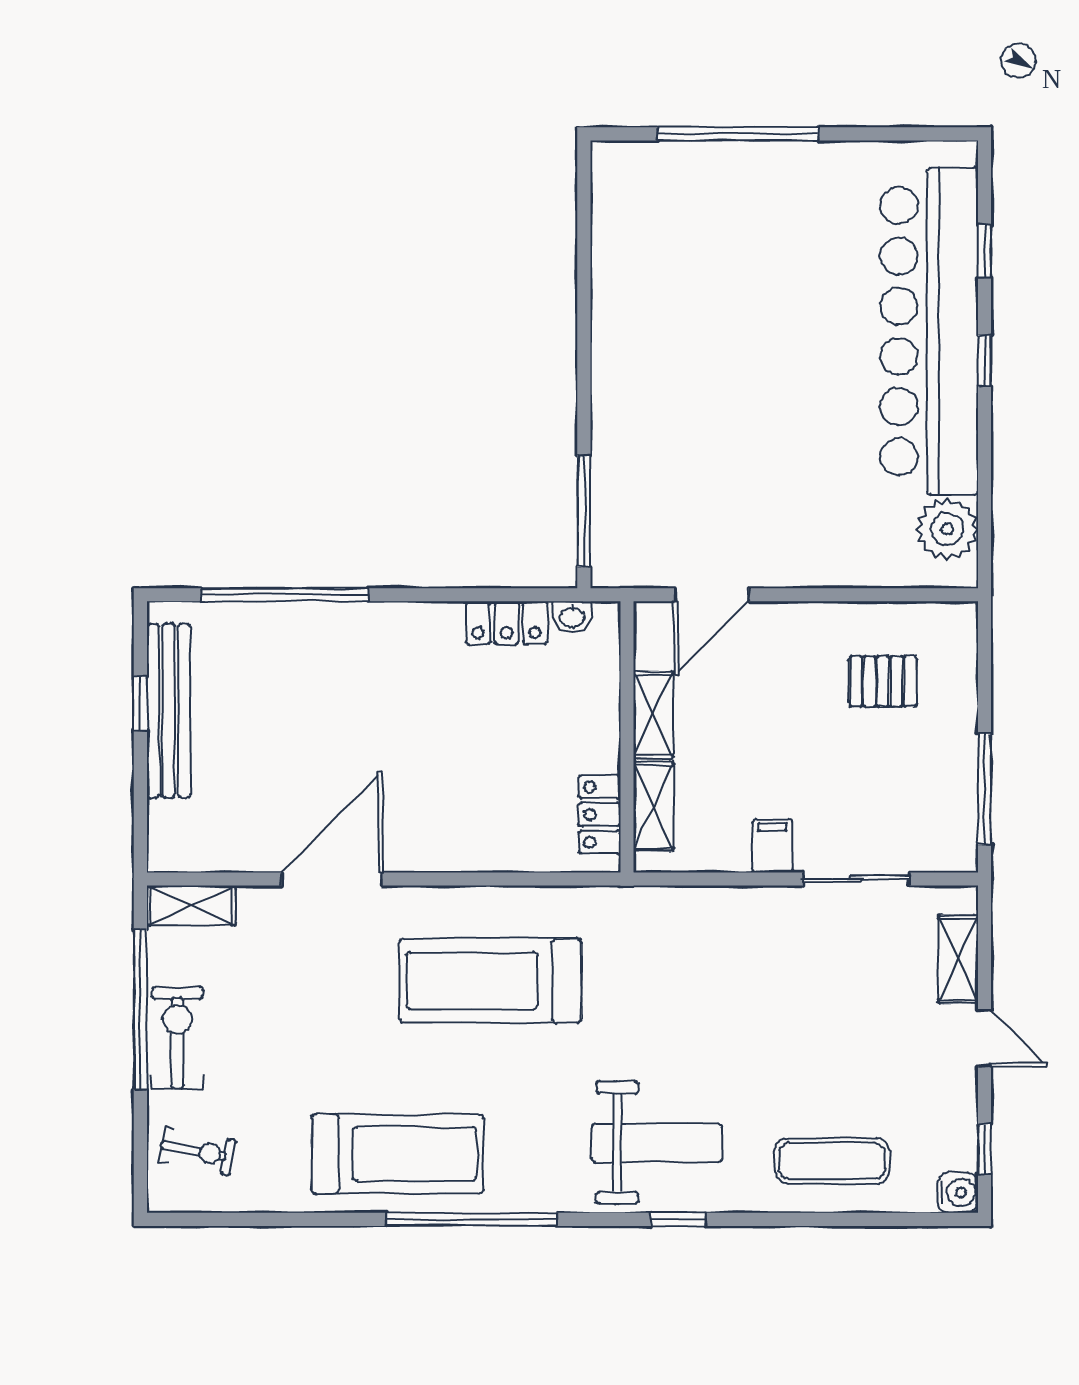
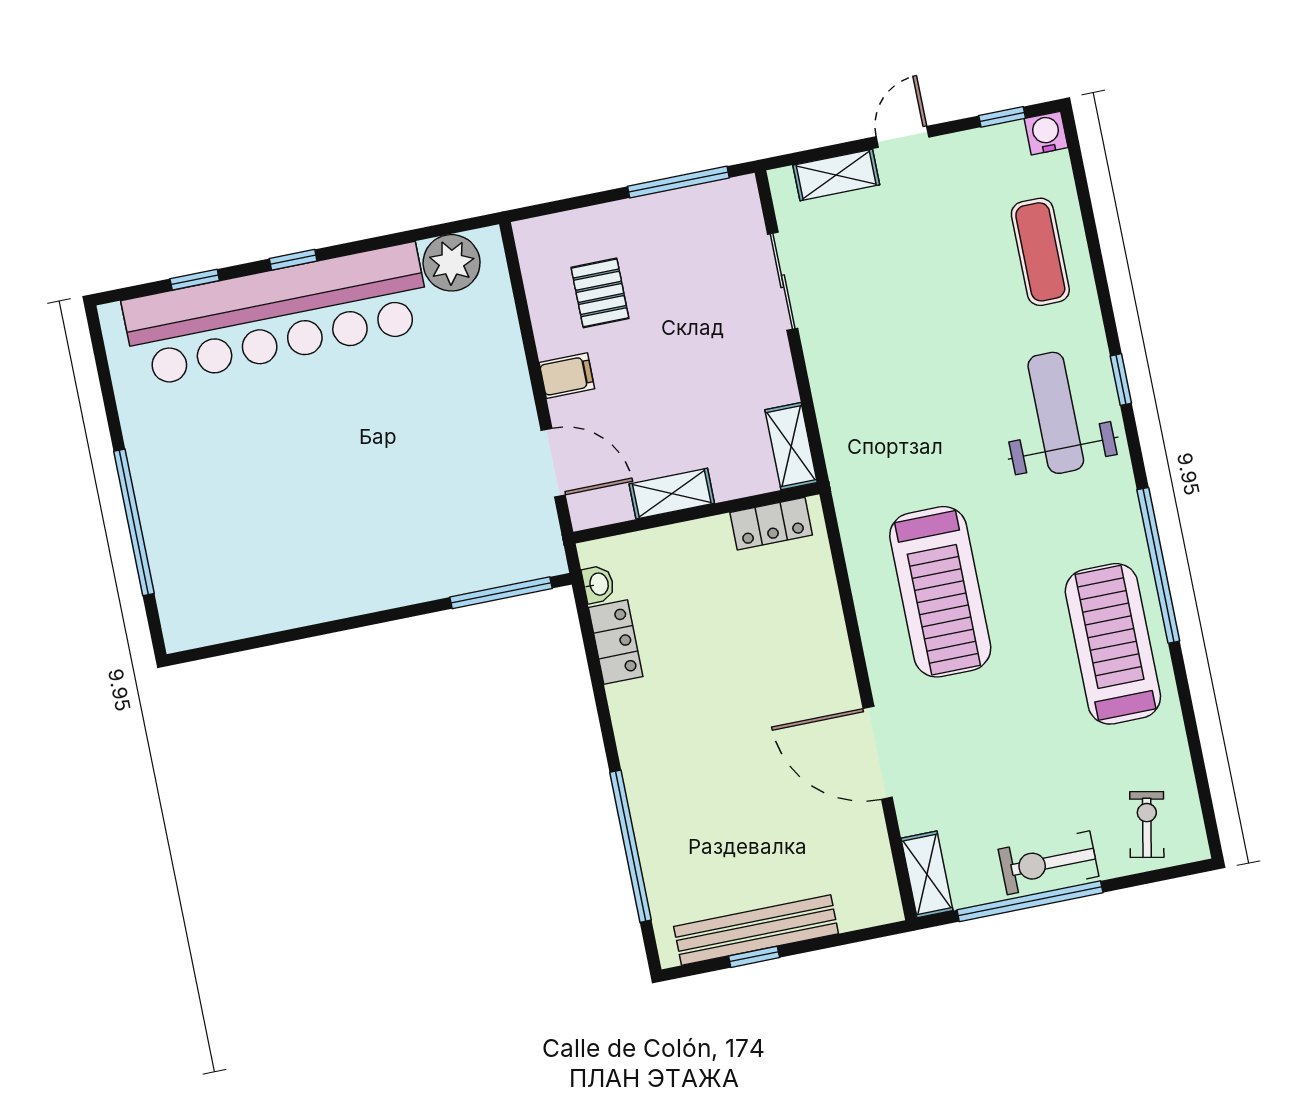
shelving: (654, 806) -> (791, 446), moved, turned 90
filing cabinet: (772, 846) -> (567, 376), moved, turned 180

